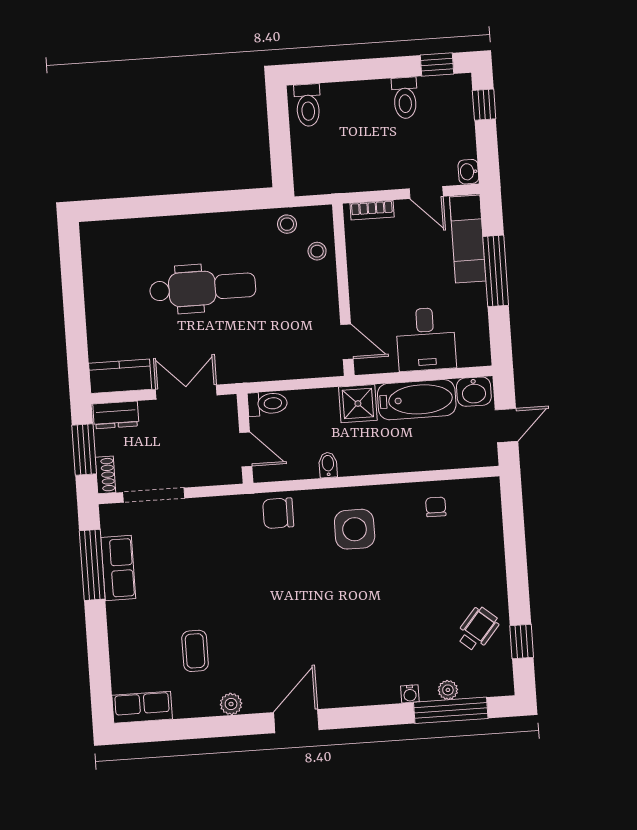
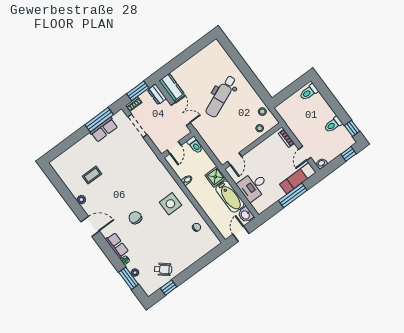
dental chair: (203, 288) -> (221, 96), turned 67
door: (507, 425) -> (241, 234), swing flipped
chair: (278, 513) -> (135, 218), moved
row of seats: (142, 707) -> (117, 245), moved
window: (451, 710) -> (129, 278), width x0.69

